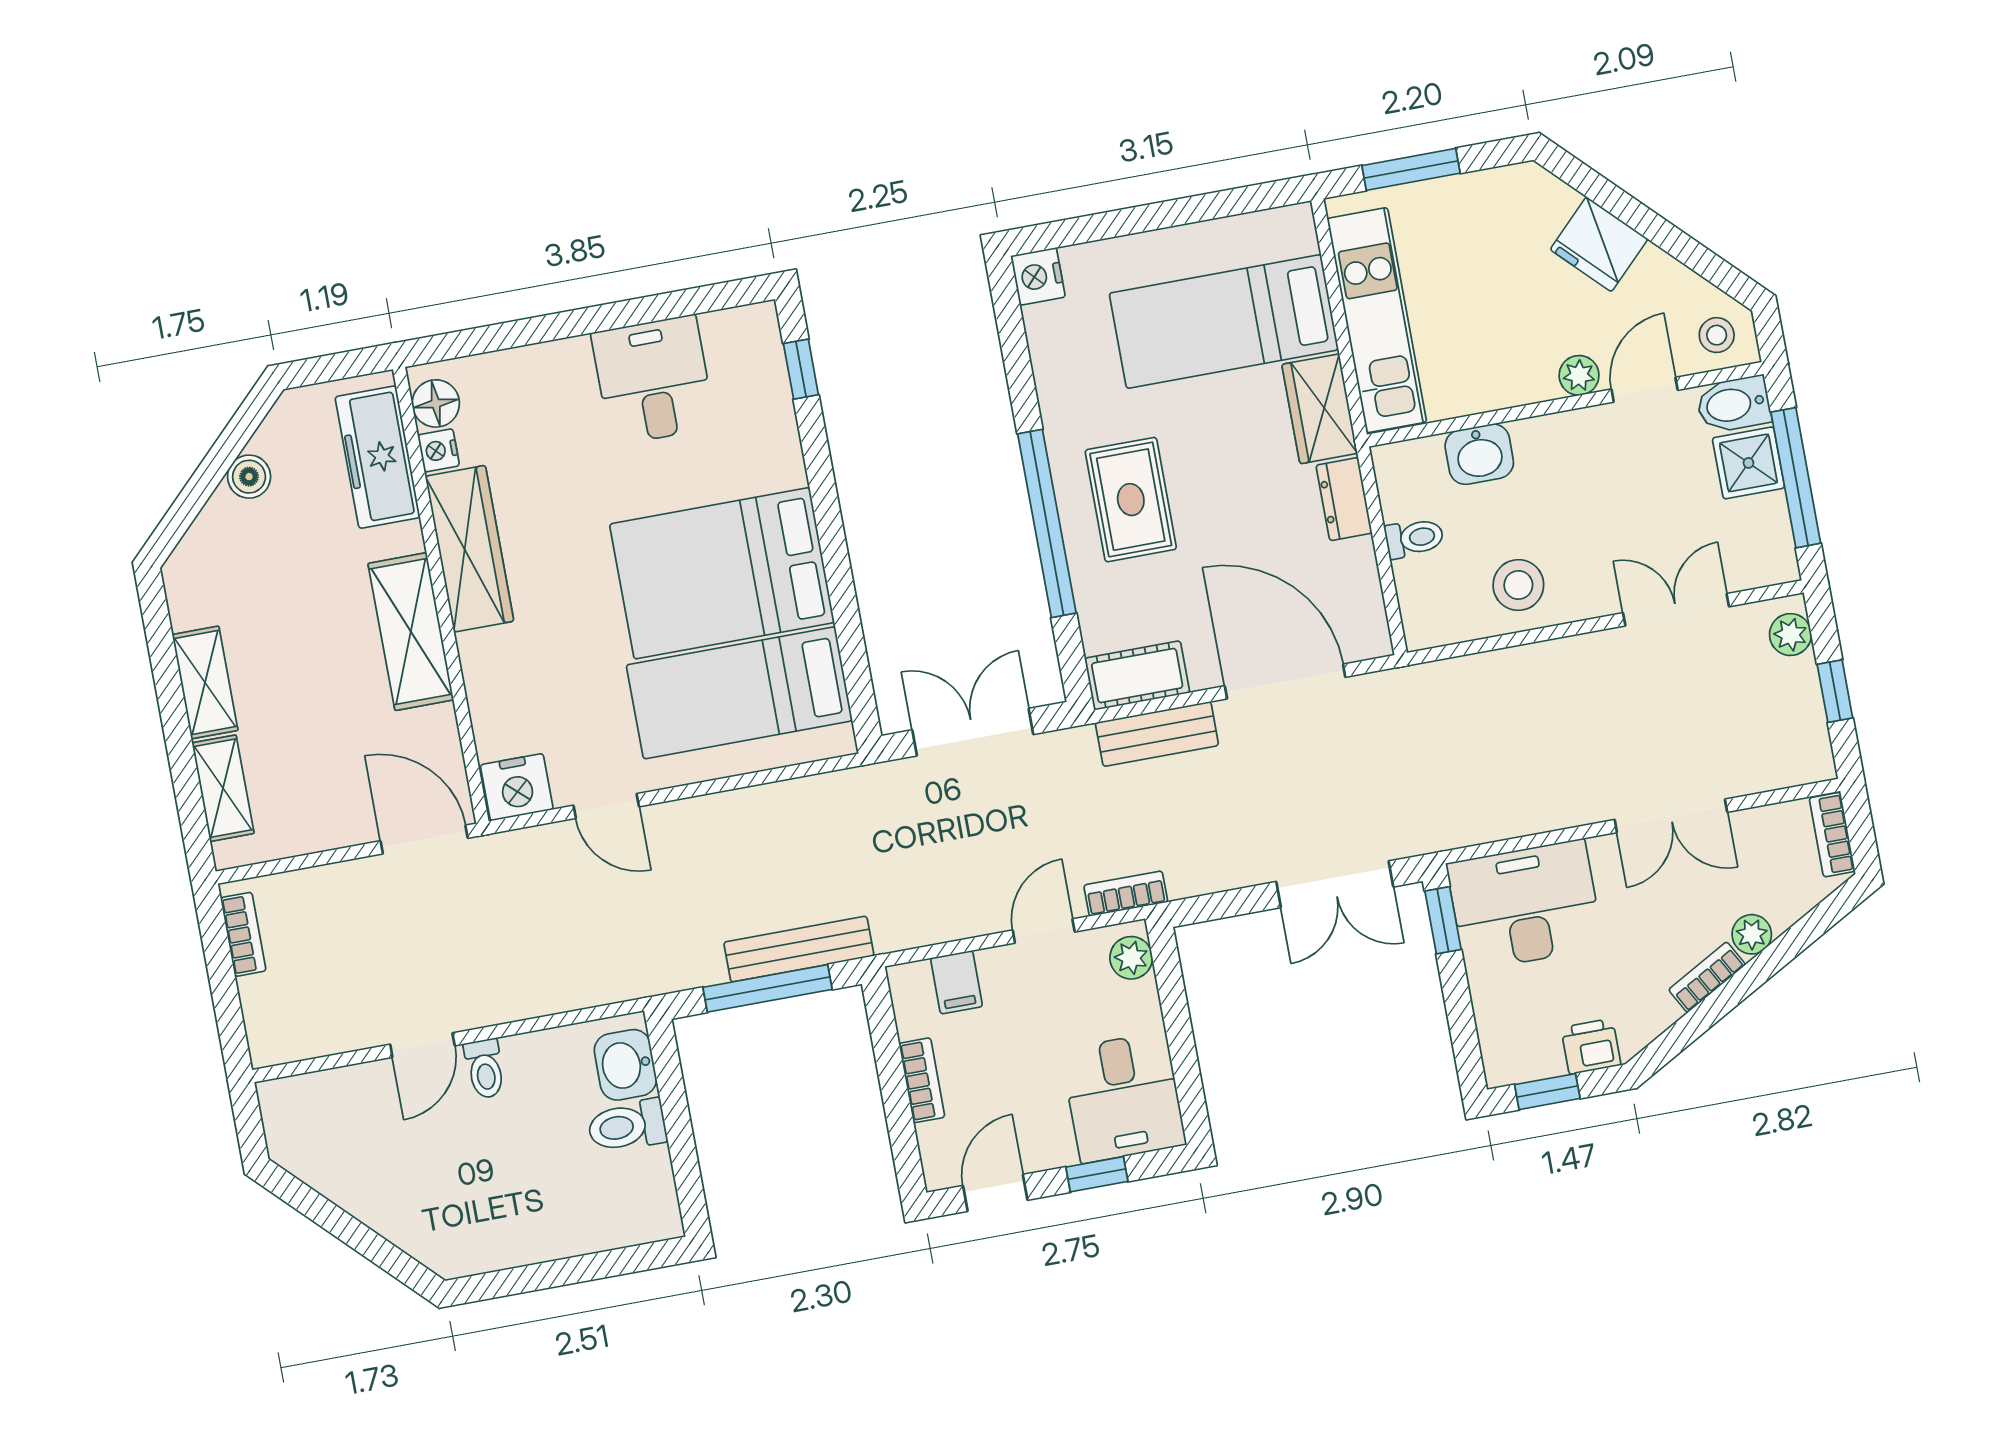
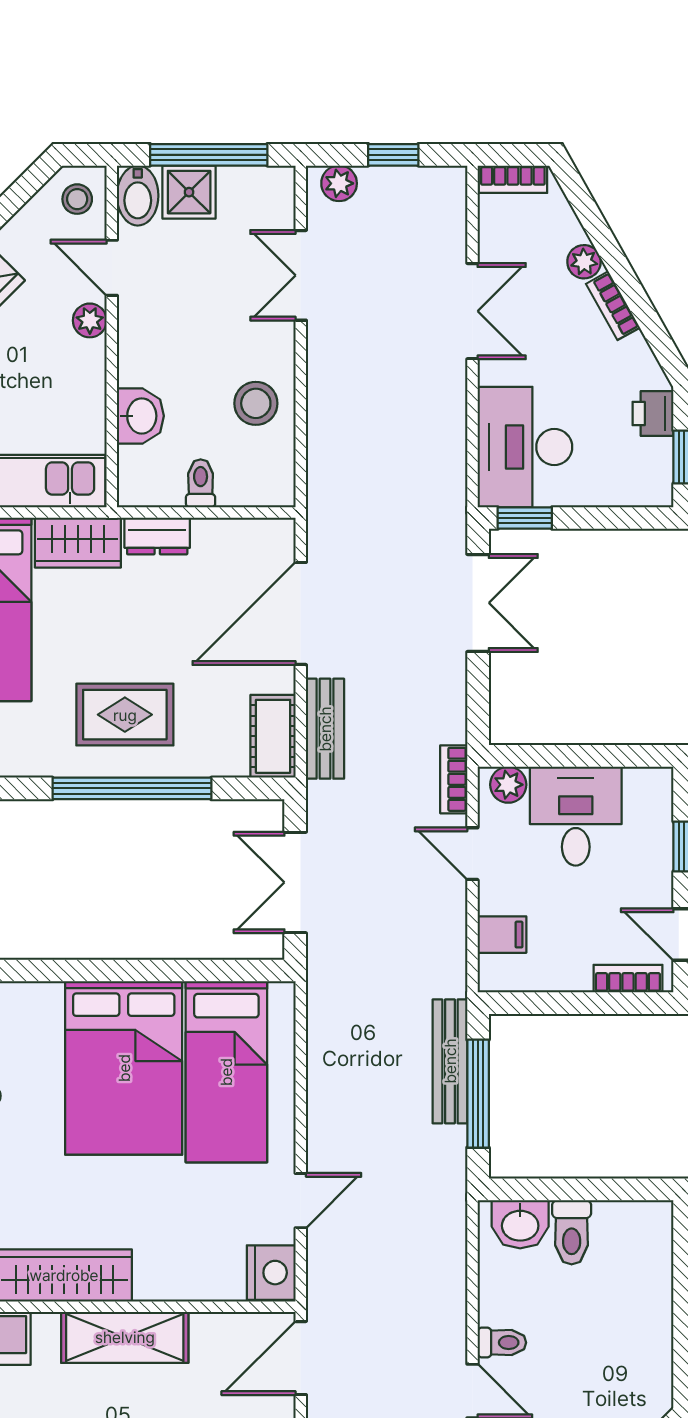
bookcase: (922, 1080) -> (628, 979), moved
desk: (1123, 1097) -> (576, 816), moved, turned -90

